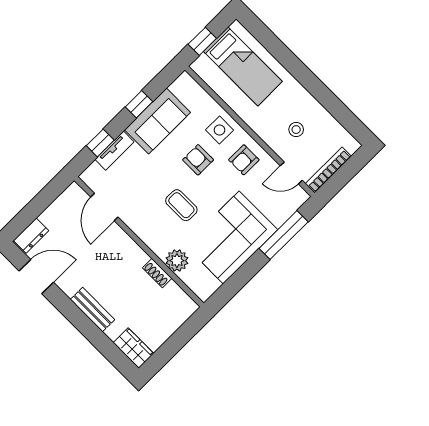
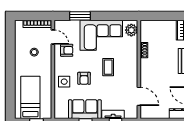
armchair: (244, 160) -> (67, 50), moved
door: (104, 207) -> (139, 96), hinge flipped
window: (284, 235) -> (80, 16), width x0.69
plant: (177, 261) -> (131, 30), moved

